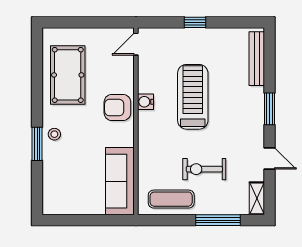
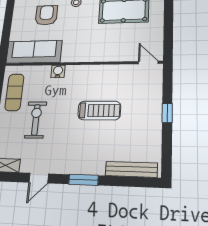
treadmill: (193, 97) -> (99, 111), width x0.73, depth x0.73
water cooler: (146, 102) -> (58, 71), moved
armchair: (117, 108) -> (46, 15), moved

